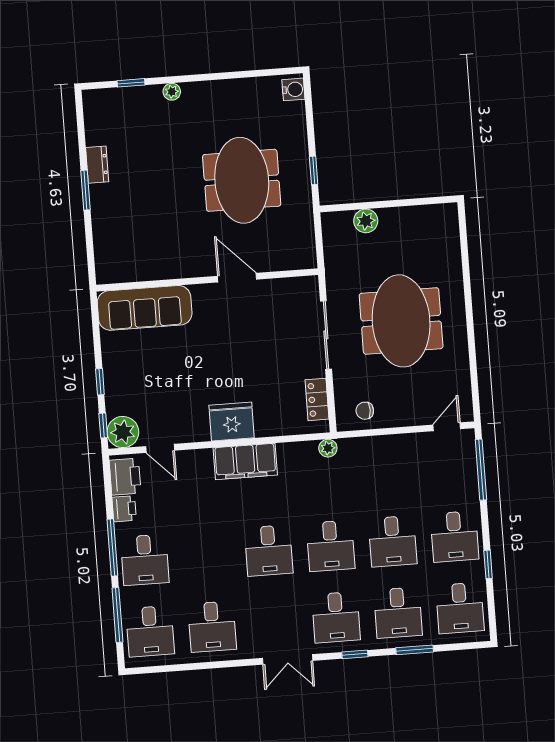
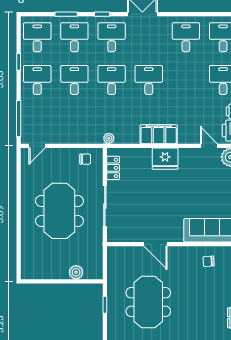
chair: (146, 256) -> (209, 261), added

